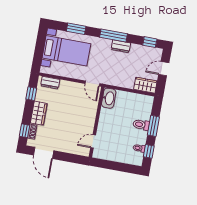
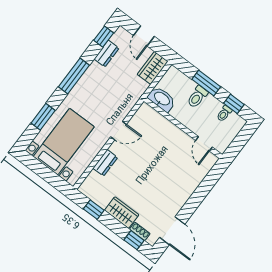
dresser: (121, 46) -> (107, 54), moved
dresser: (50, 83) -> (105, 163), moved
washbasin: (109, 98) -> (162, 99), moved
wall: (97, 122) -> (183, 128), moved
door: (93, 141) -> (204, 144), moved
door: (44, 153) -> (172, 231), hinge flipped

